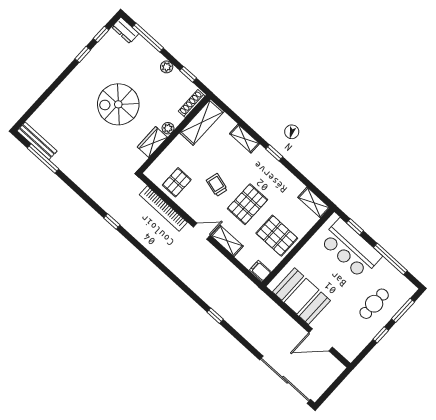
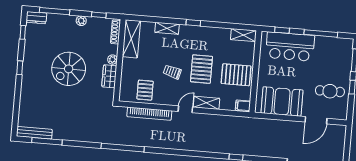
window: (83, 54) -> (20, 68), moved
window: (112, 221) -> (123, 148), width x3.17
cafe table: (374, 304) -> (330, 91), moved, turned 90

